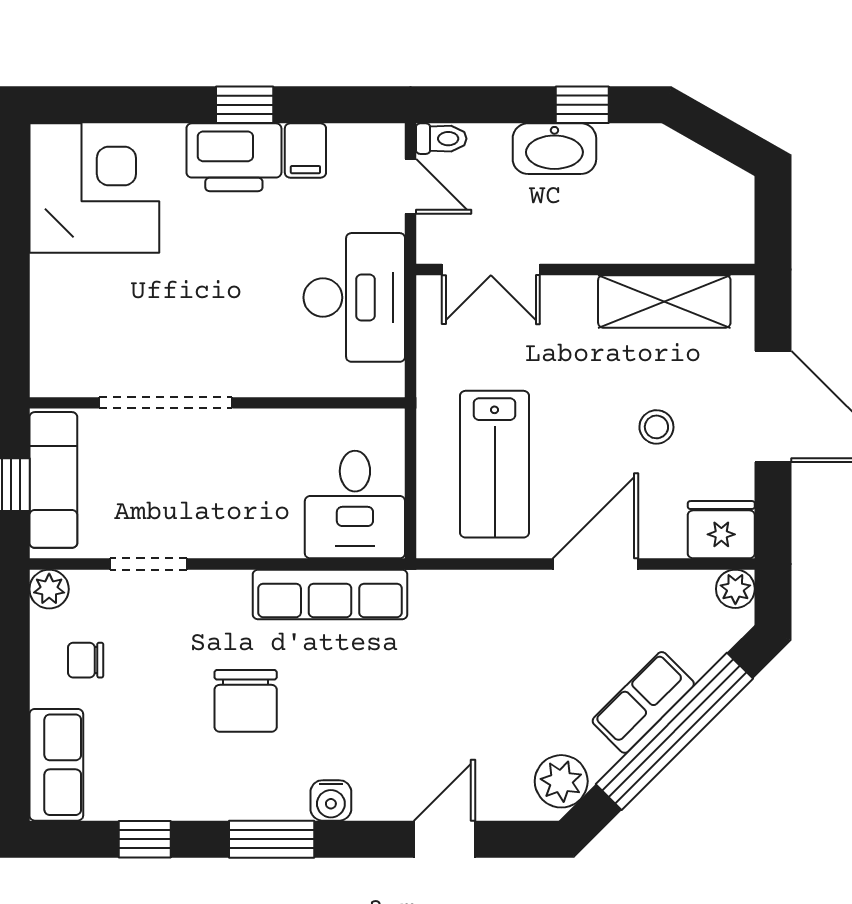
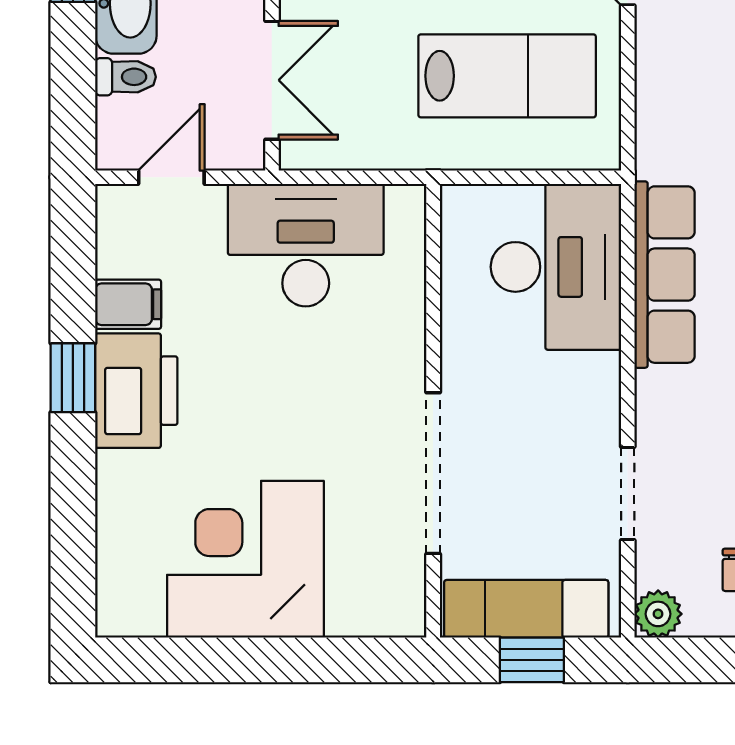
toilet: (441, 139) -> (126, 77), moved, turned 90
corner desk: (94, 188) -> (245, 559), moved
desk: (355, 505) -> (556, 267), width x1.37

